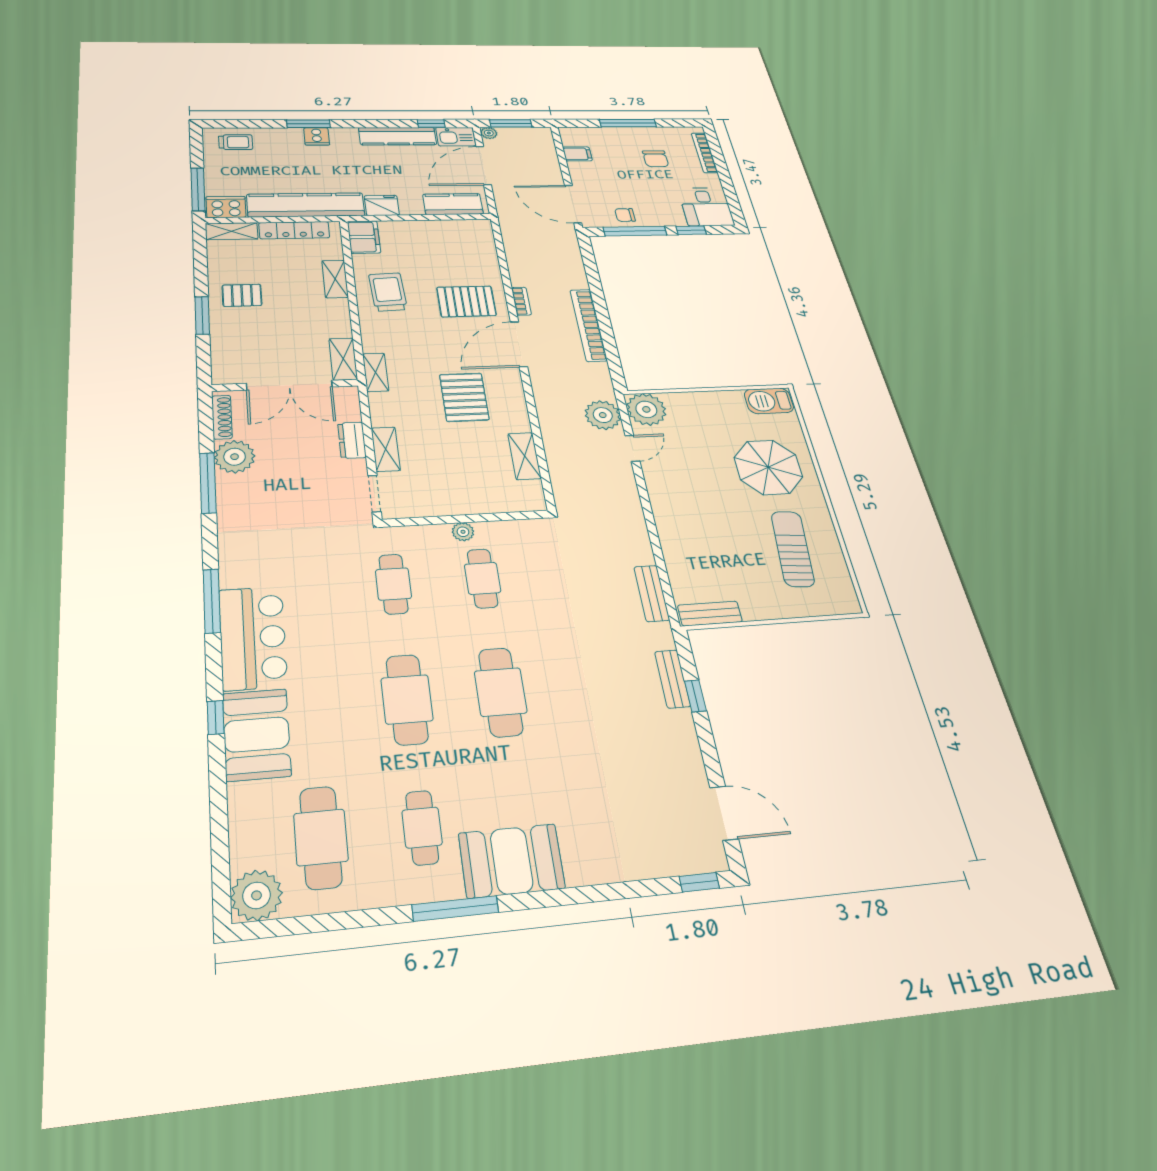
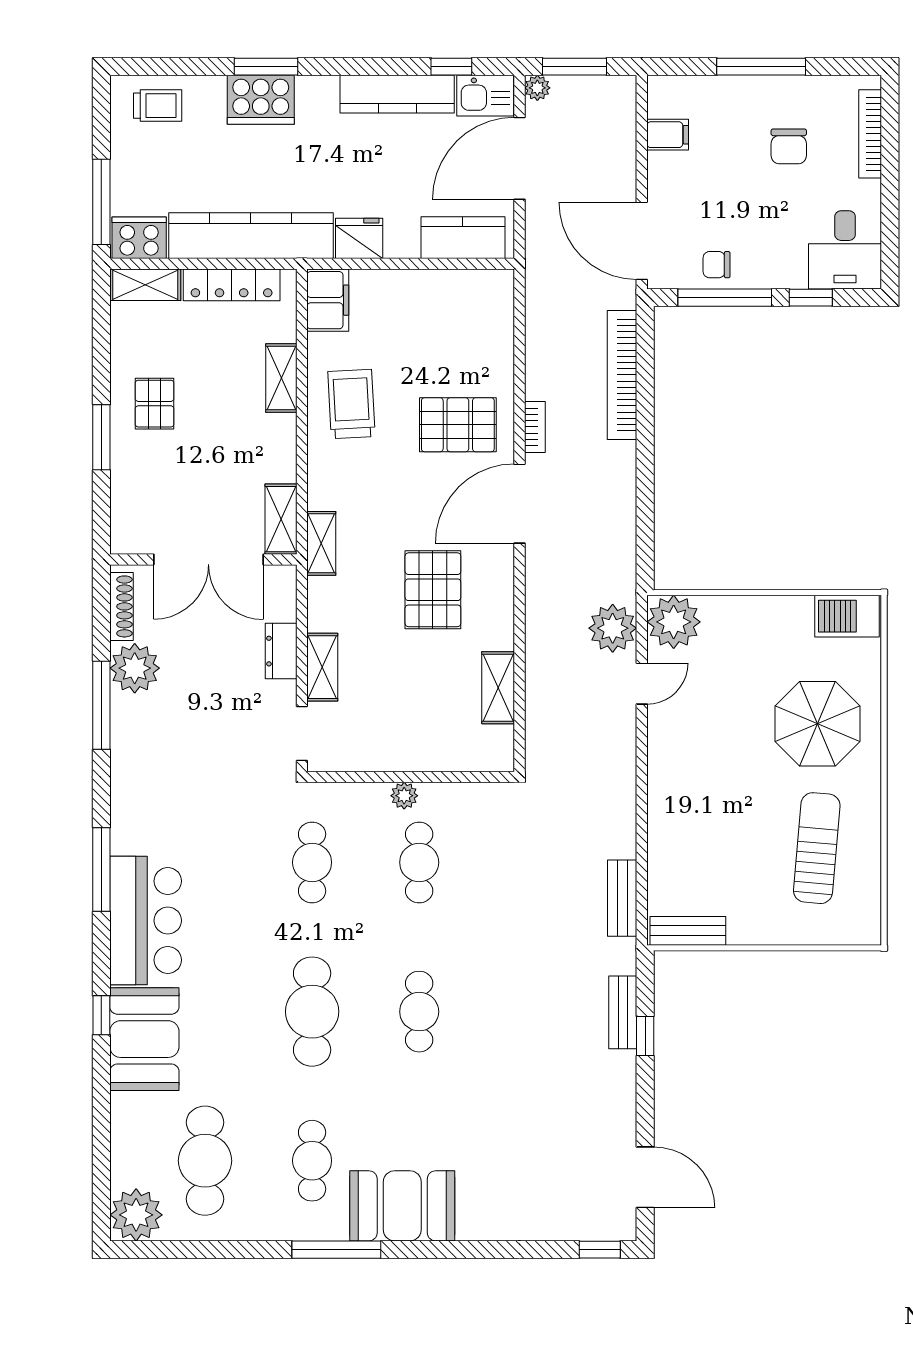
cooker: (317, 136) -> (261, 100), width x1.87, depth x1.31
pallet: (242, 295) -> (155, 404), turned 90
bookcase: (588, 325) -> (622, 375), moved
cafe table: (501, 692) -> (419, 1012), width x0.73, depth x0.74

